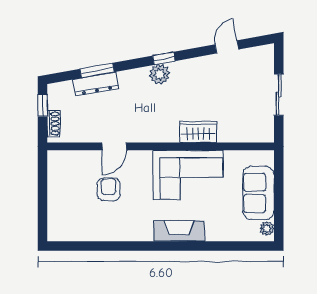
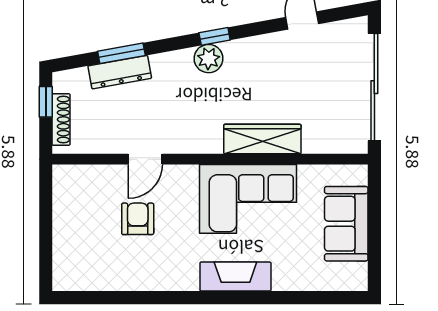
sliding door: (279, 95) -> (374, 87), width x1.86
shoe rack: (54, 124) -> (61, 120), width x1.43
wardrobe: (198, 132) -> (262, 139), width x1.50
plant: (267, 228) -> (358, 273), removed

